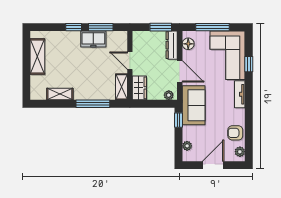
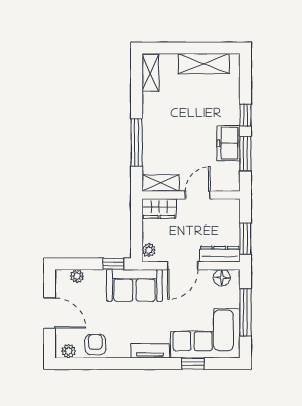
shelving: (60, 94) -> (150, 73), moved

